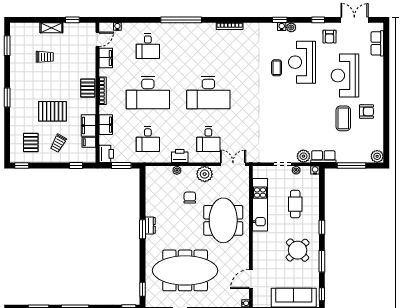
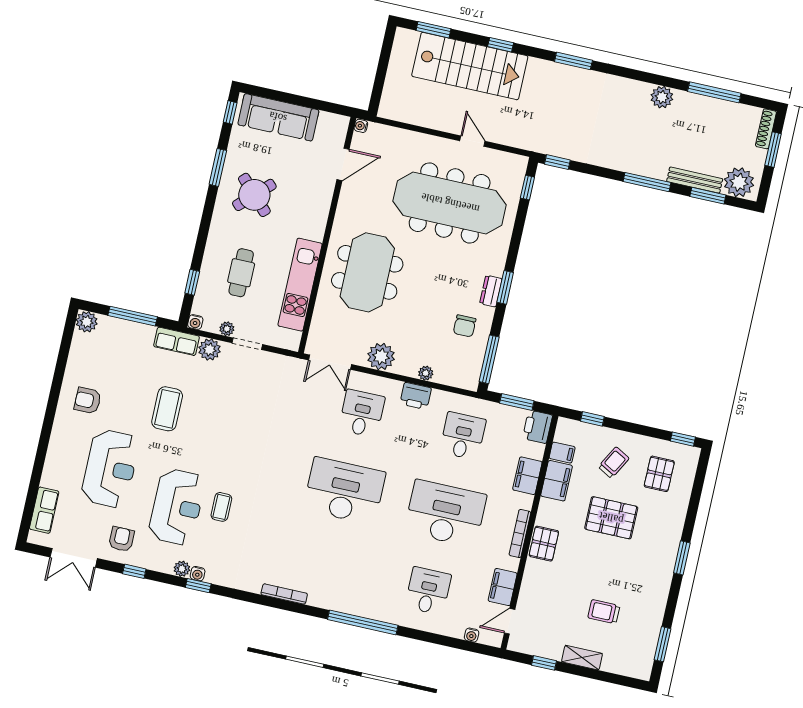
coffee table: (343, 118) -> (167, 409), moved
window: (143, 186) -> (489, 359), added
chair: (190, 198) -> (465, 326), moved
window: (322, 227) -> (192, 282), moved

